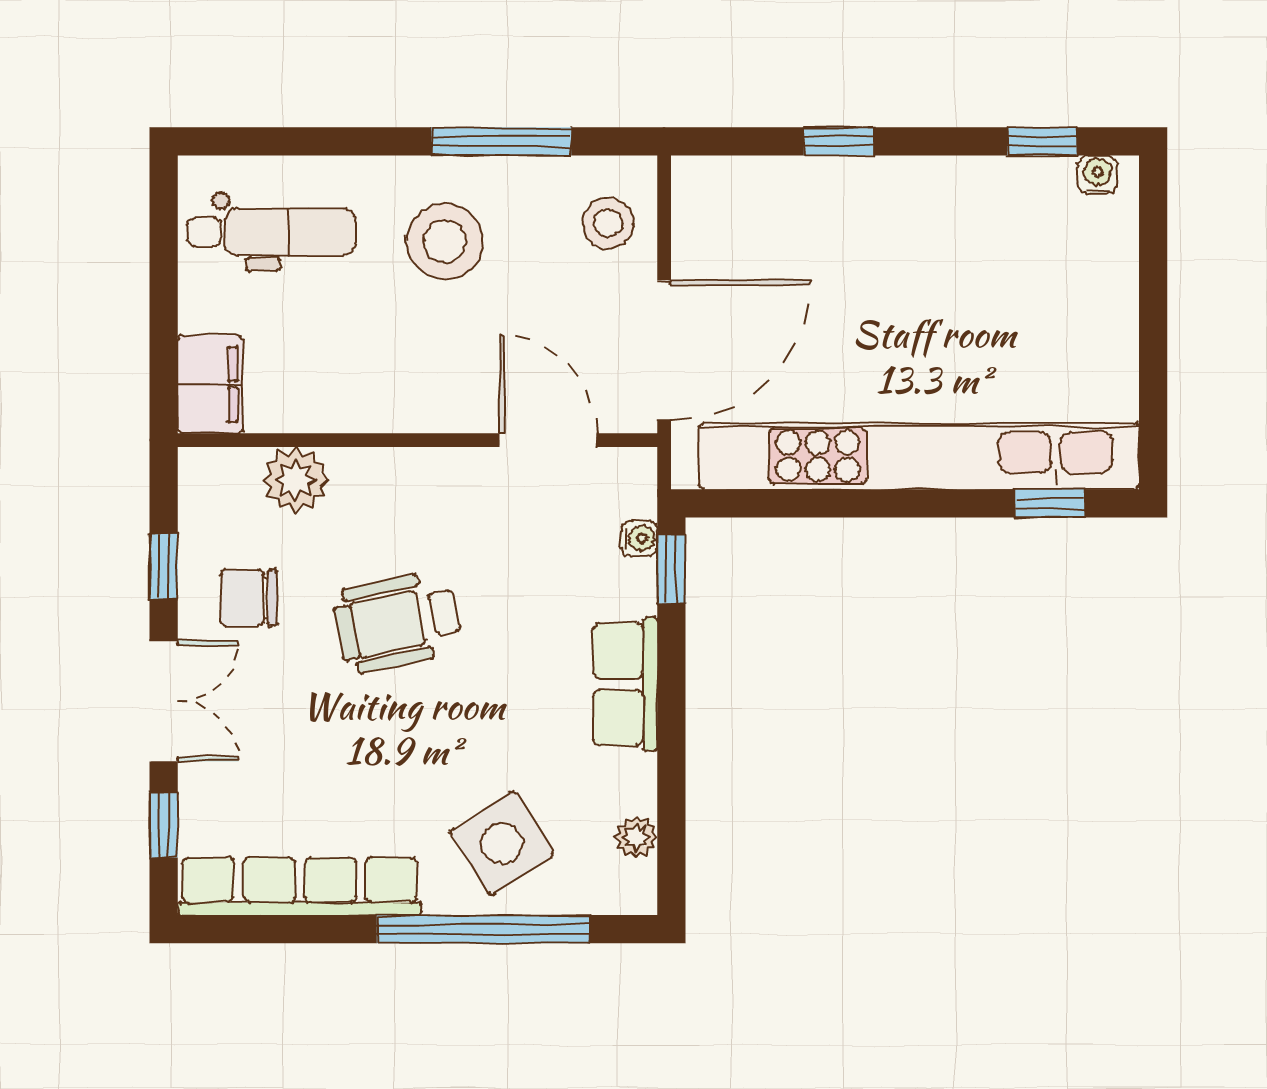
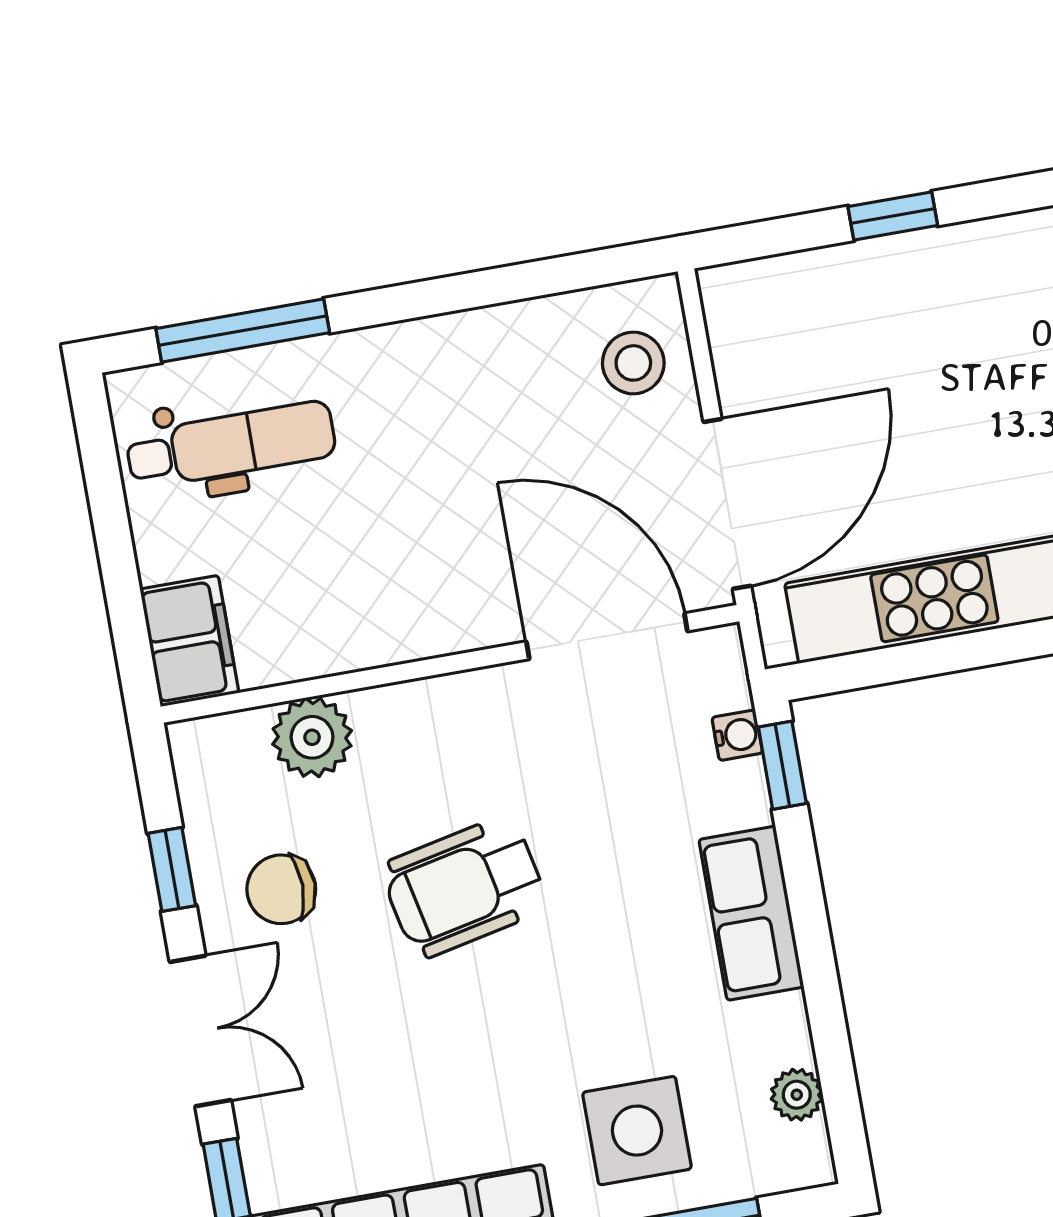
window: (501, 141) -> (243, 331), moved
stool: (445, 241) -> (441, 420), removed
door: (548, 440) -> (607, 636), width x1.36
side table: (502, 843) -> (637, 1131), turned 33

